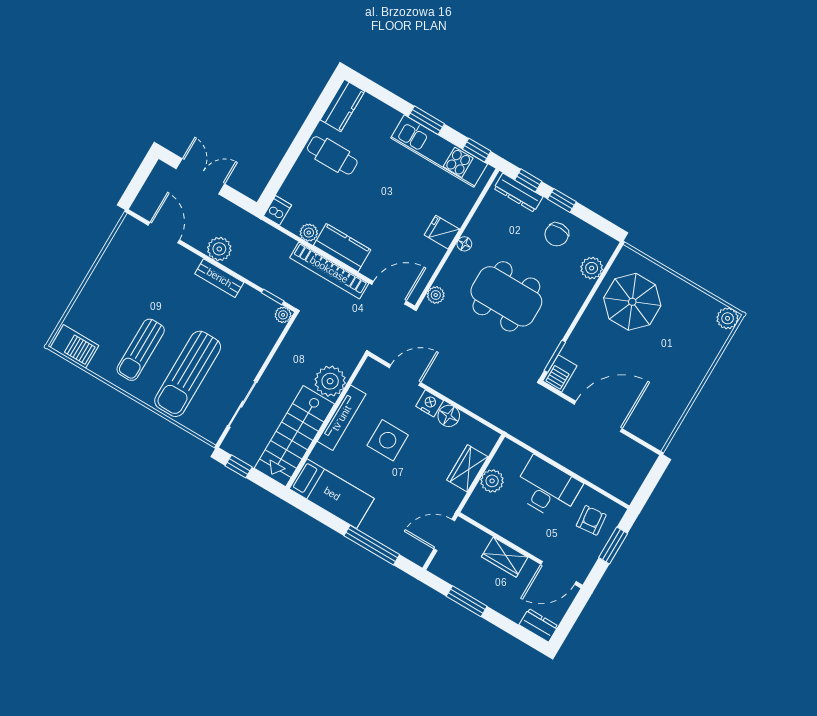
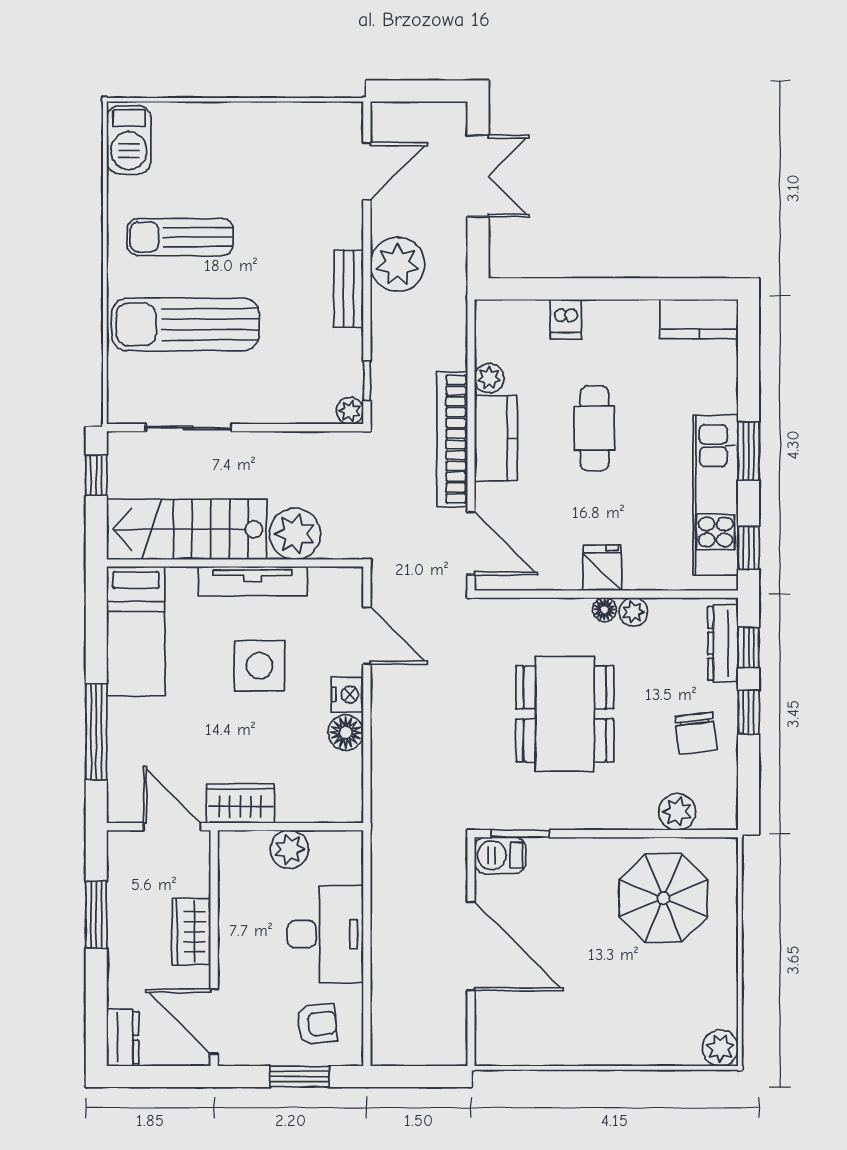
cafe table: (332, 155) -> (594, 428), moved
dishwasher: (277, 210) -> (566, 319), moved, turned 90
chair: (557, 234) -> (696, 733), turned -97
plant: (219, 249) -> (398, 264), width x1.36, depth x1.36
plant: (436, 295) -> (633, 612), moved
wardrobe: (467, 468) -> (240, 803), moved

